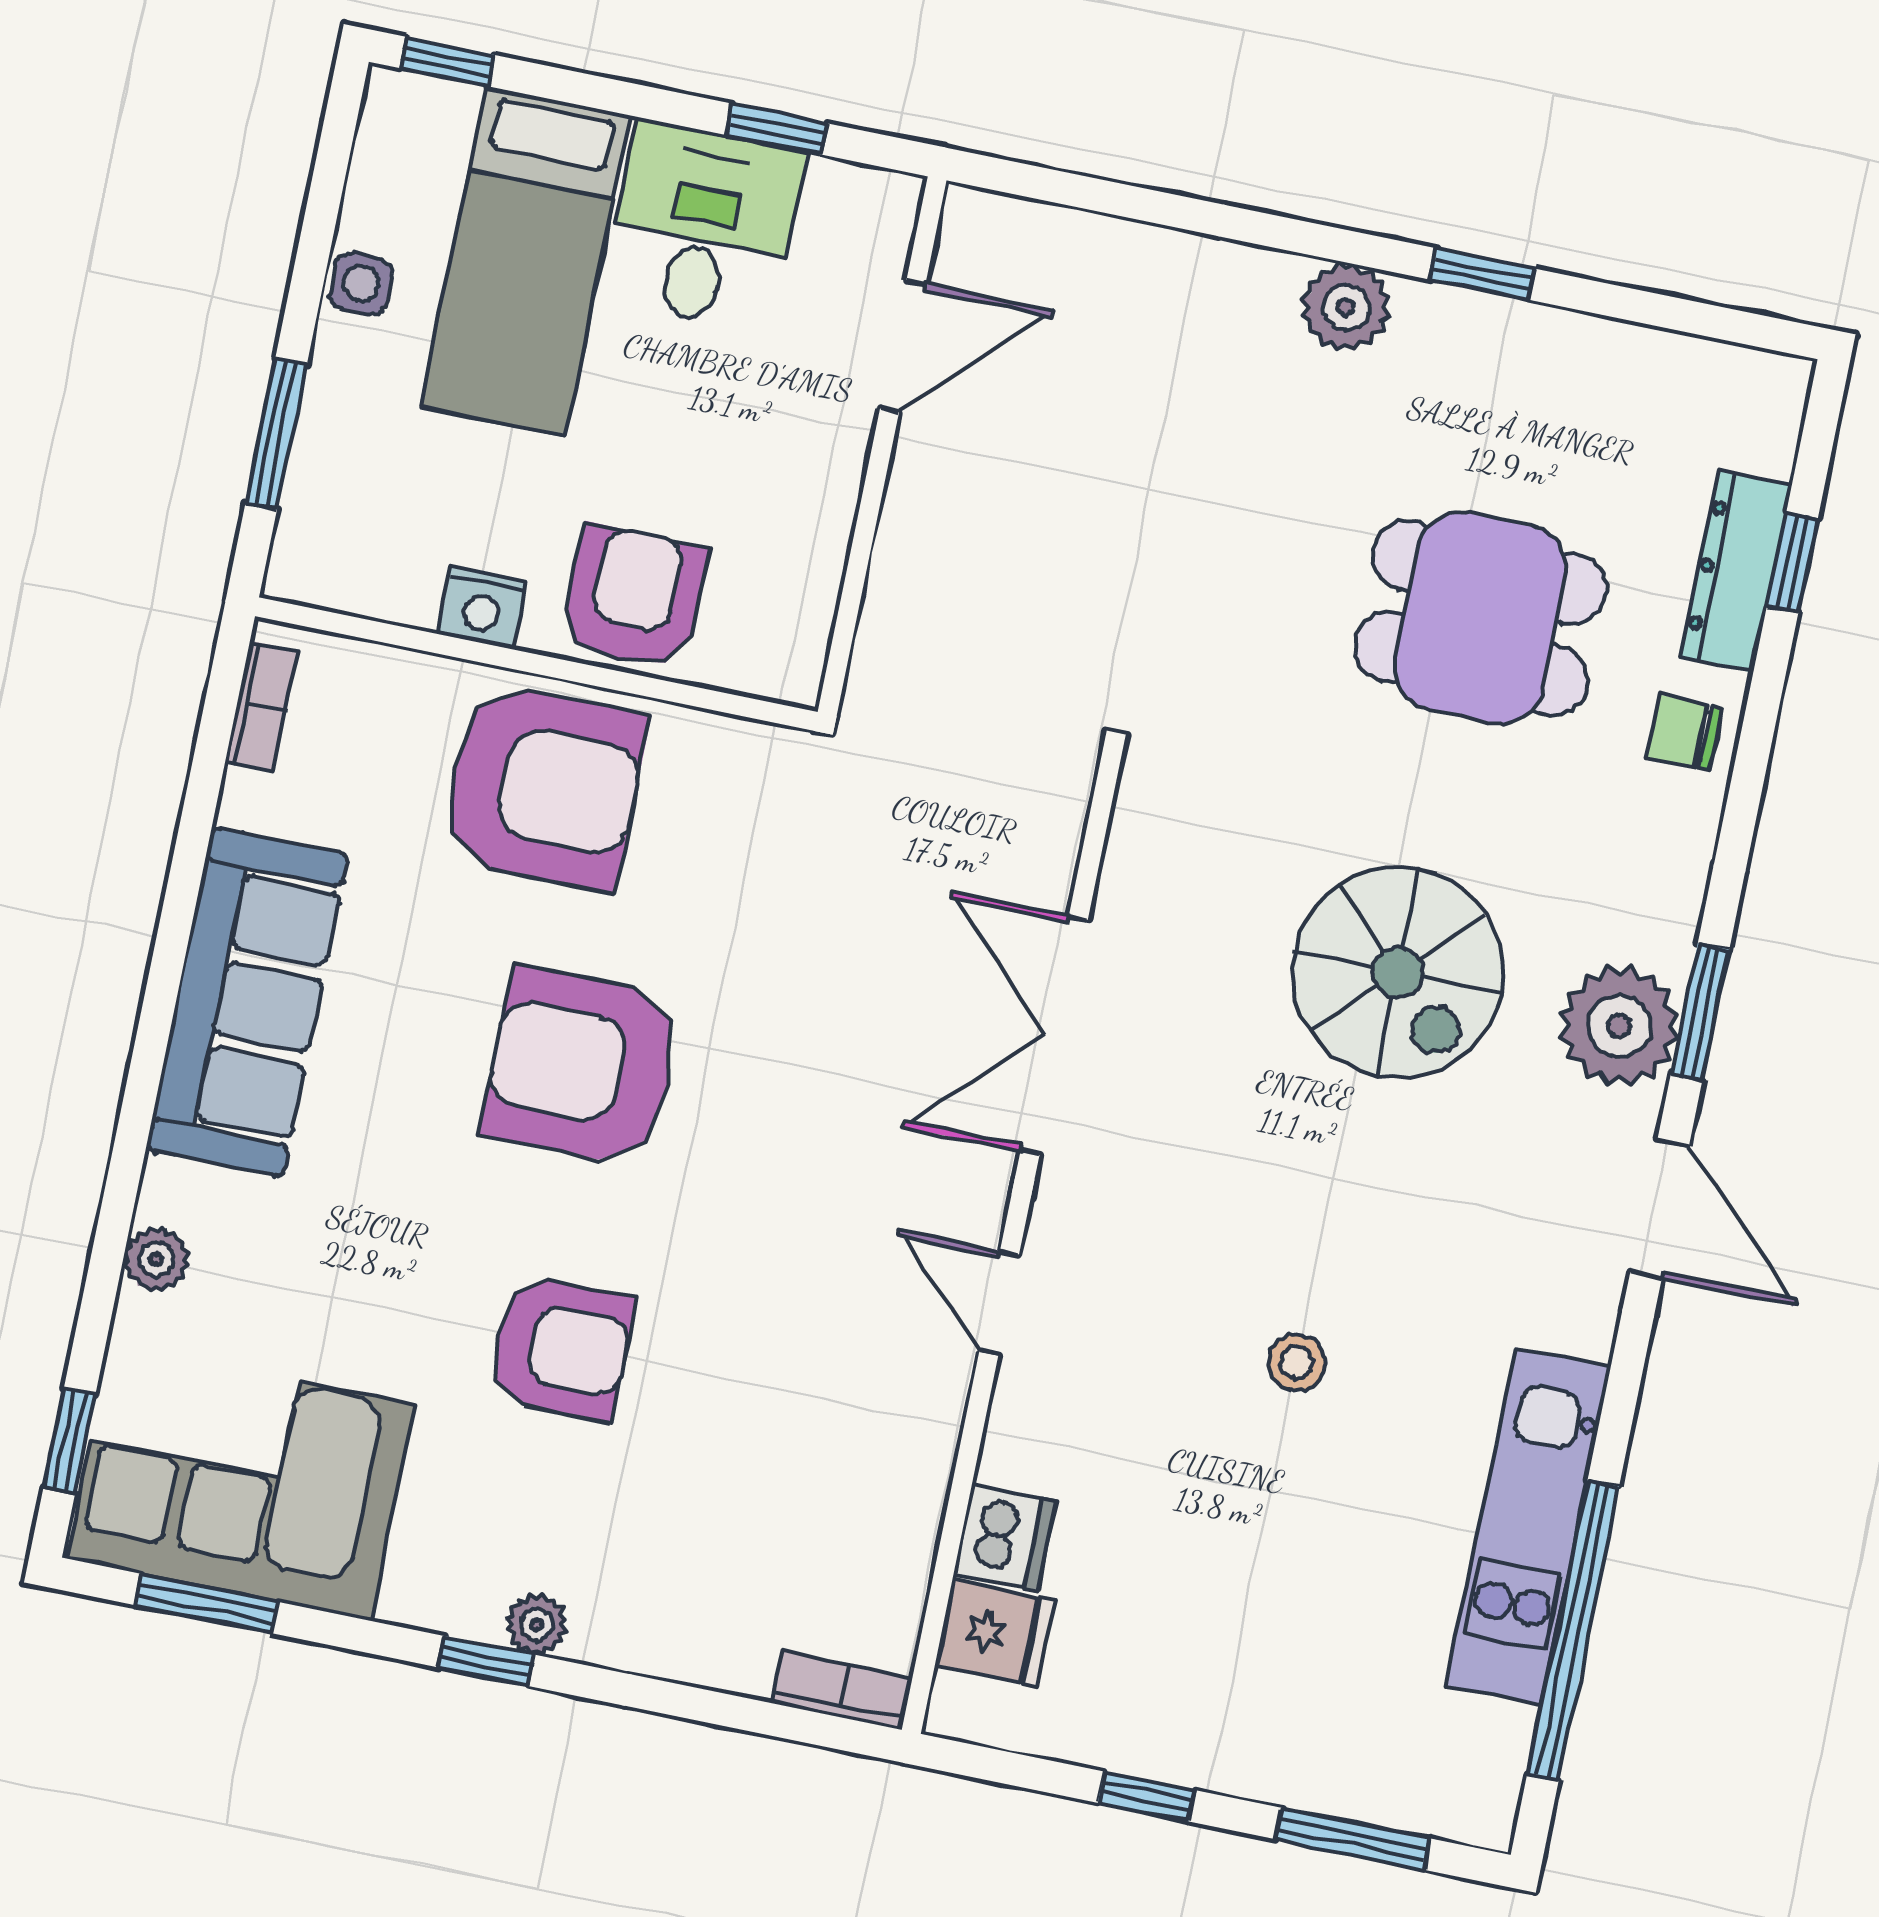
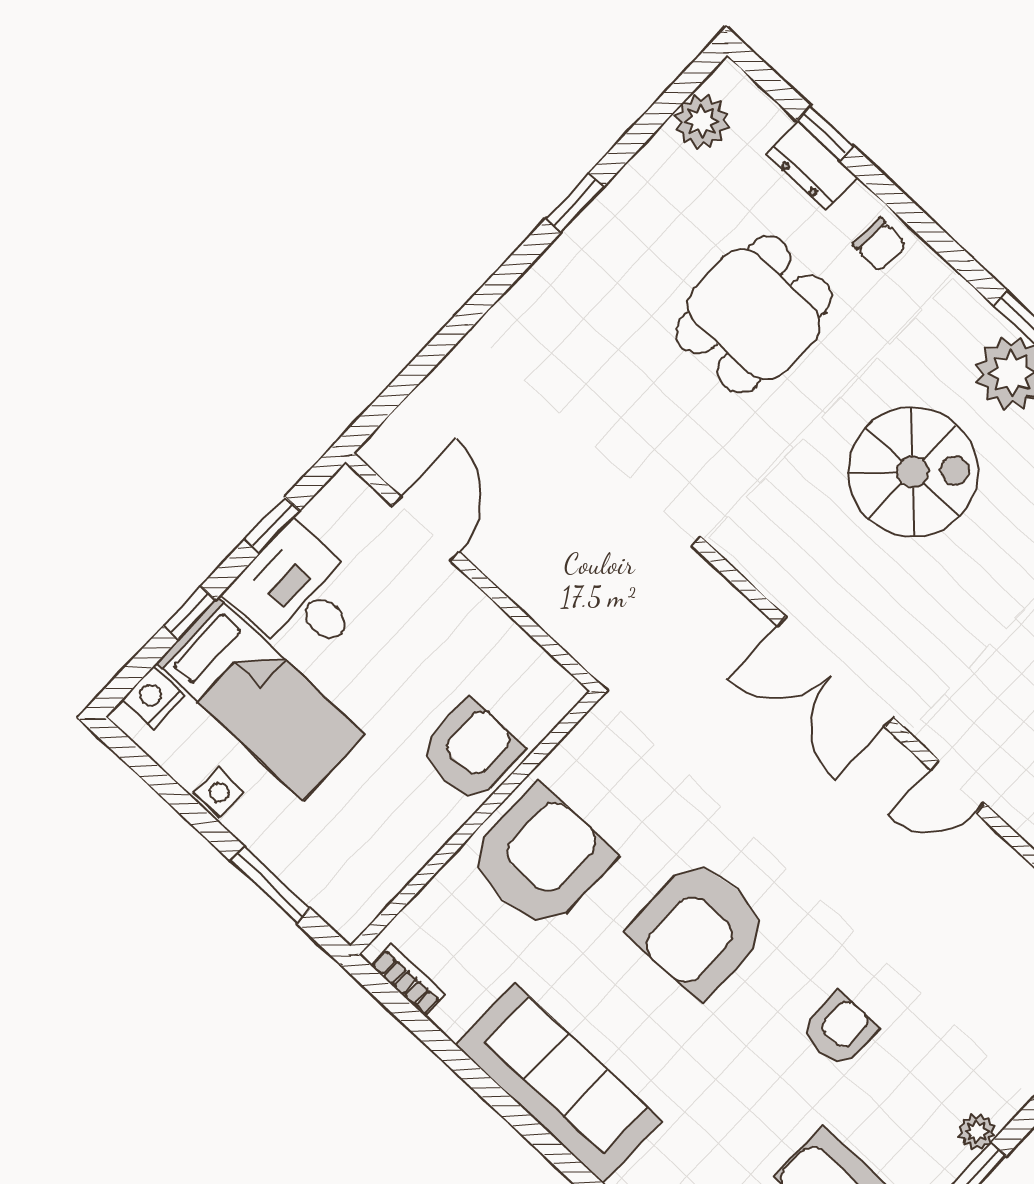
window: (447, 62) -> (190, 613), moved
plant: (1346, 307) -> (702, 121), moved
dresser: (1736, 571) -> (812, 166), width x0.70
armchair: (634, 598) -> (471, 751), turned 89
nightstand: (482, 607) -> (153, 697), moved, turned 180
chair: (1684, 733) -> (879, 245), turned -87
armchair: (561, 1347) -> (840, 1030), width x0.72, depth x0.72

